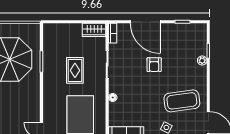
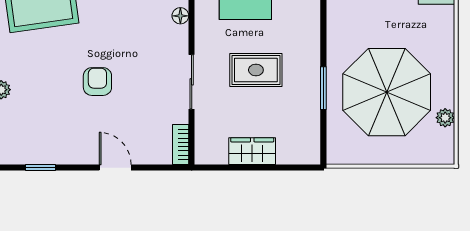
door: (145, 22) -> (115, 168), width x0.53
wardrobe: (94, 30) -> (252, 151), moved
rug: (75, 70) -> (256, 70), turned 90

